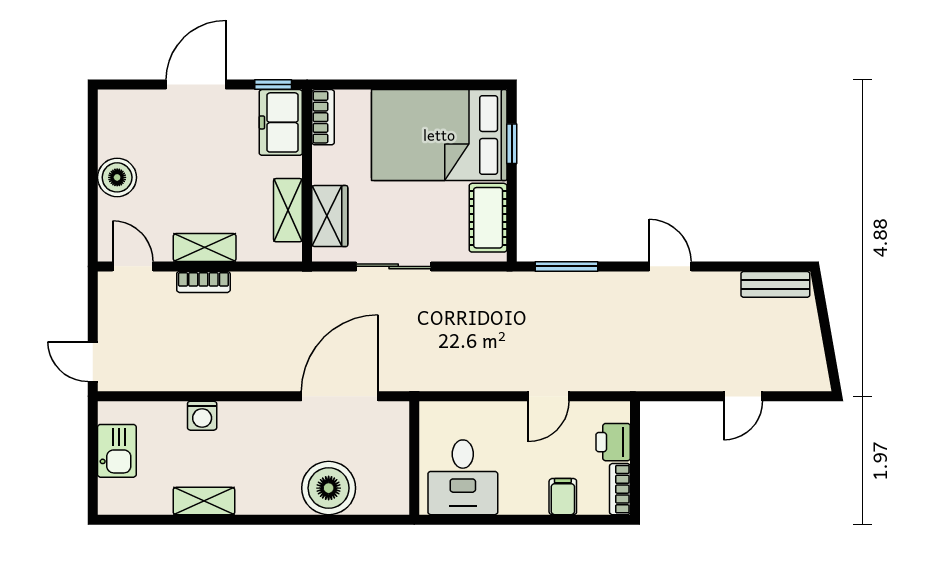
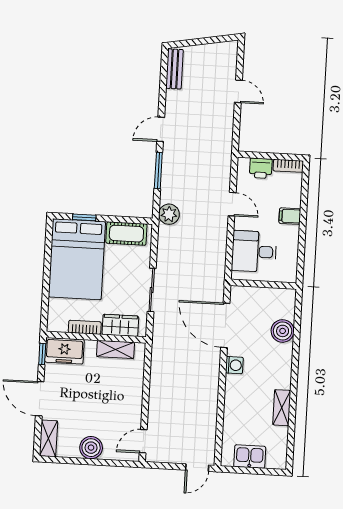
bookcase: (323, 117) -> (85, 327), moved
shelving: (205, 247) -> (48, 438), moved
window: (567, 266) -> (158, 171), moved
bookcase: (203, 282) -> (154, 401), removed
plant: (525, 289) -> (169, 214), added
washing machine: (202, 416) -> (234, 365), moved
desk: (463, 477) -> (254, 251), moved, turned 180
boiler: (329, 488) -> (283, 331), width x0.73, depth x0.73
filing cabinet: (563, 497) -> (290, 216), moved

